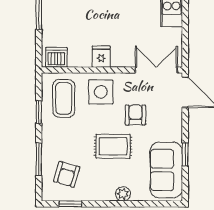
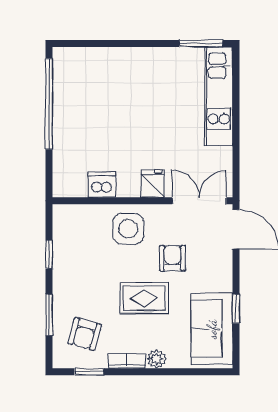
dishwasher: (56, 57) -> (102, 185), moved
fridge: (101, 57) -> (152, 184), moved
coffee table: (64, 98) -> (81, 237), removed
bookcase: (100, 195) -> (127, 361), added

